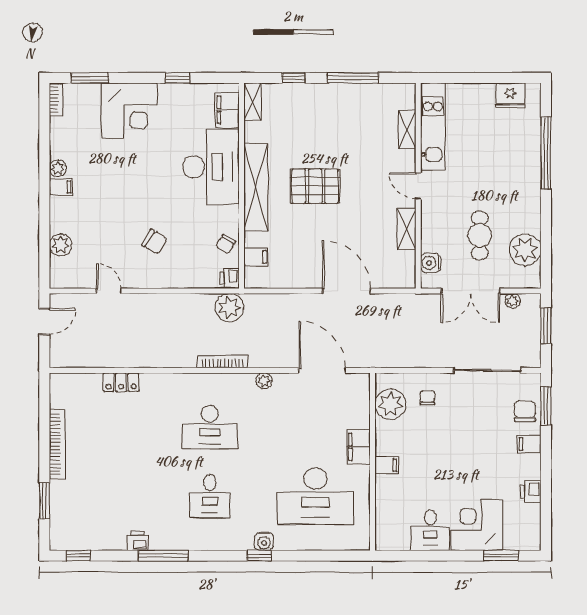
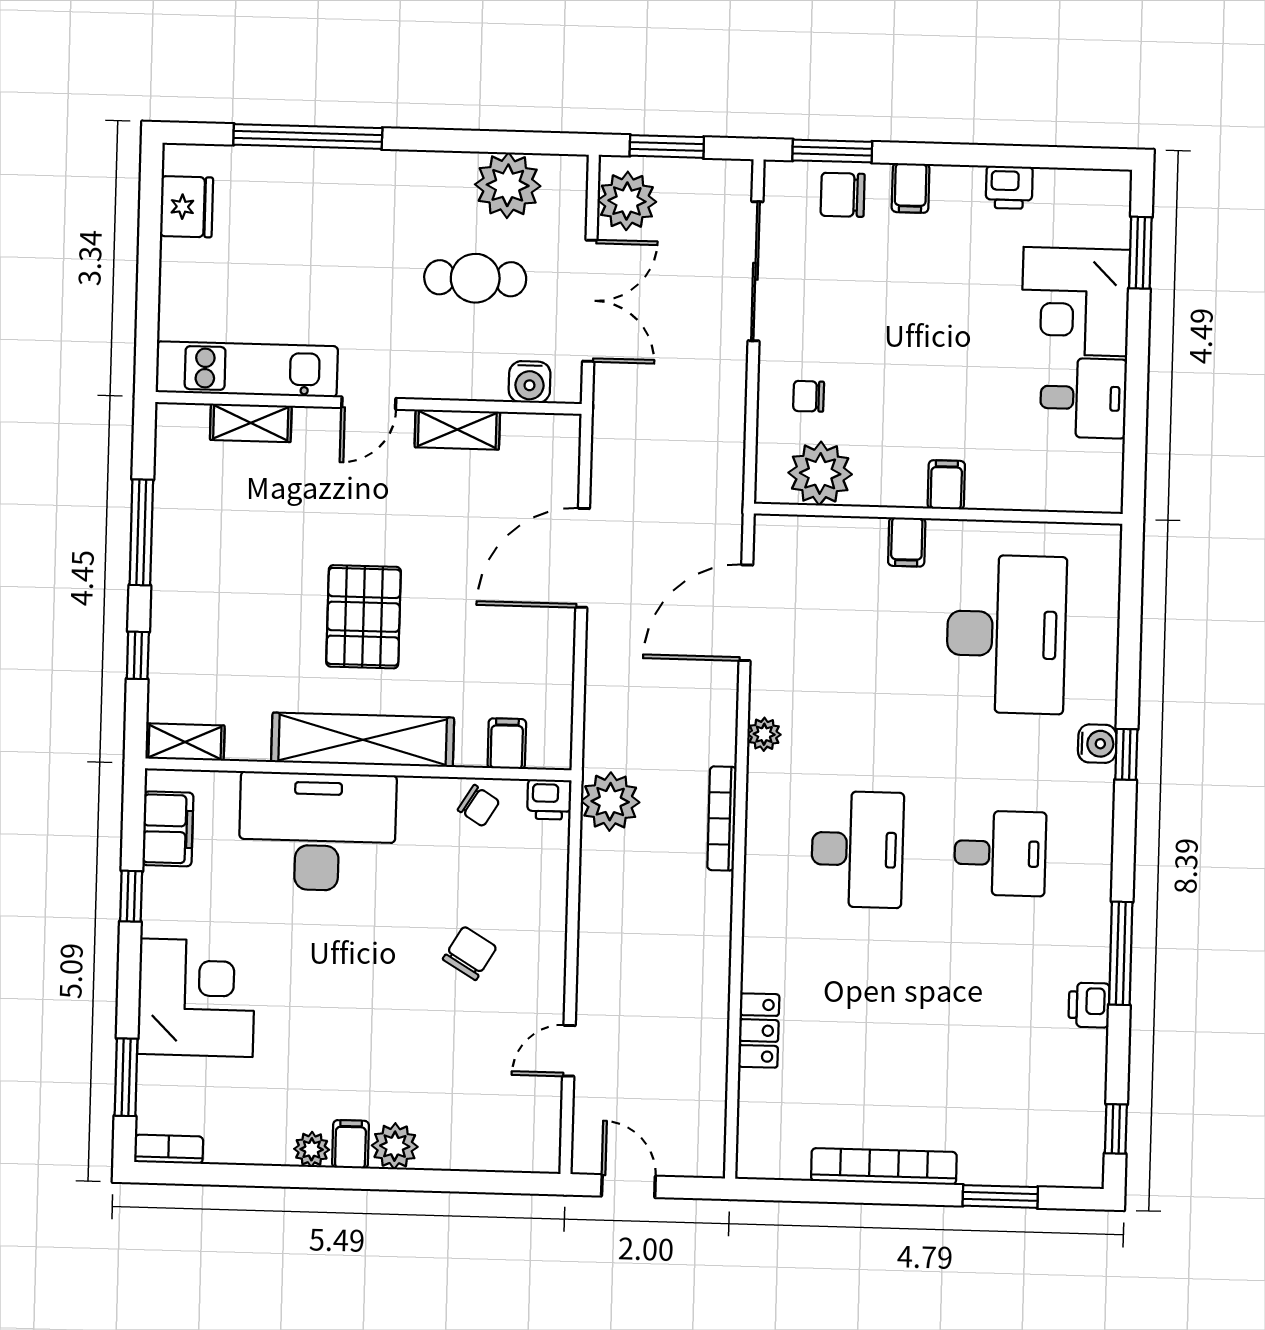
filing cabinet: (227, 110) -> (168, 829), moved, turned -90
plant: (60, 245) -> (395, 1146), moved
plant: (512, 301) -> (627, 201), width x1.88, depth x1.88
filing cabinet: (359, 447) -> (907, 542), width x0.50

